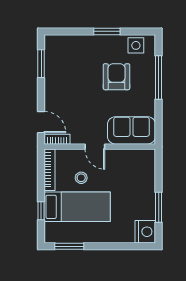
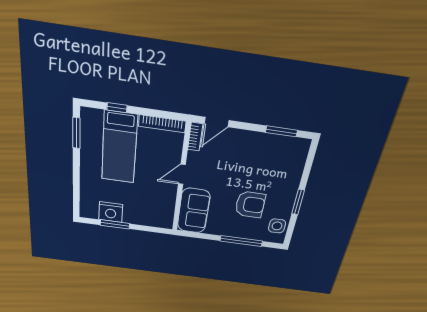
stool: (81, 178) -> (150, 156), removed
nightstand: (145, 232) -> (111, 212), moved

